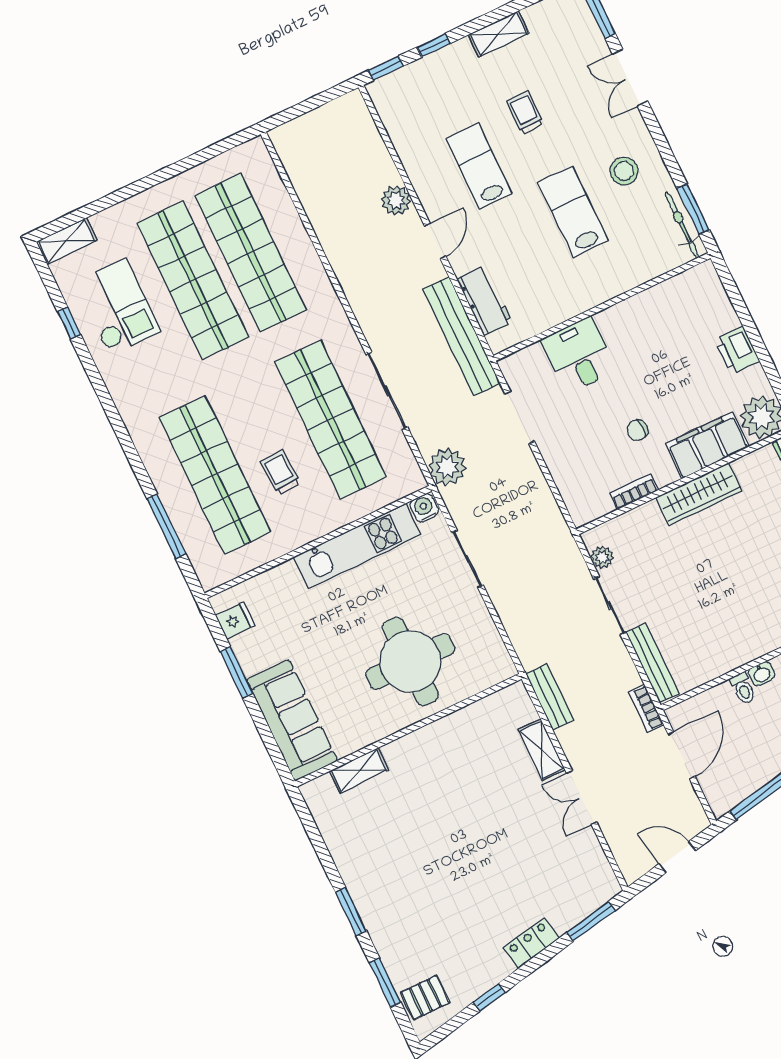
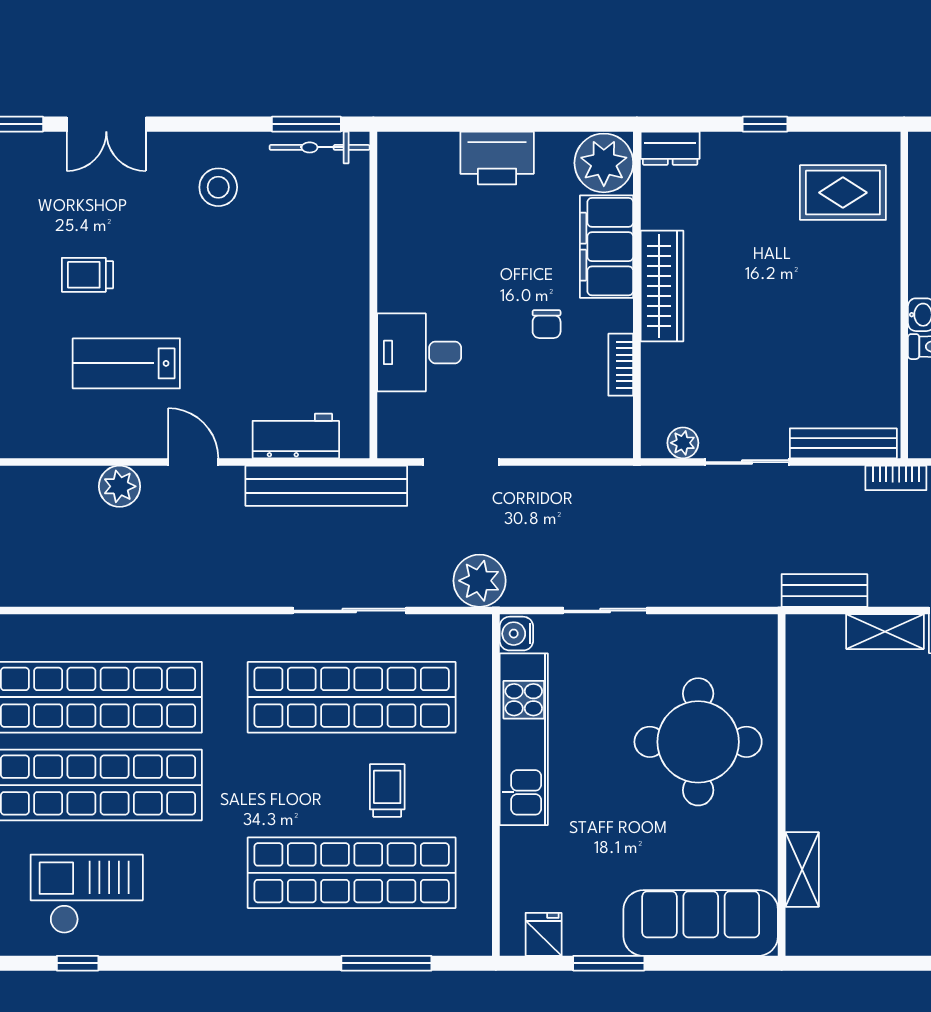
lab bench: (573, 212) -> (238, 274), removed
printer: (737, 350) -> (497, 158), width x1.37, depth x1.19
trolley: (280, 472) -> (387, 791), turned 93

